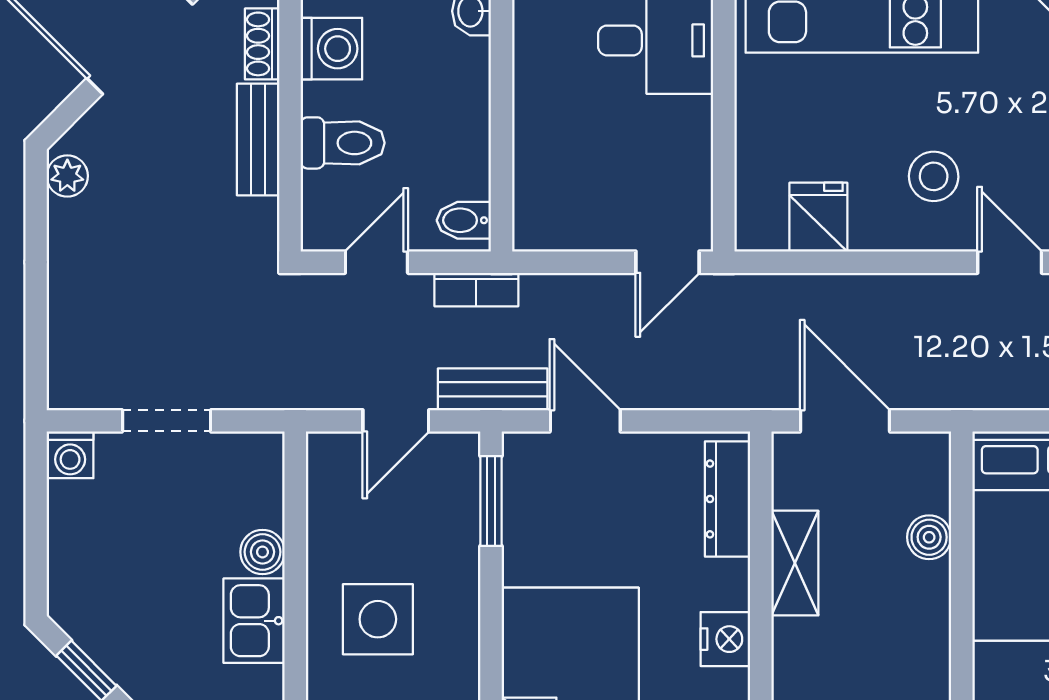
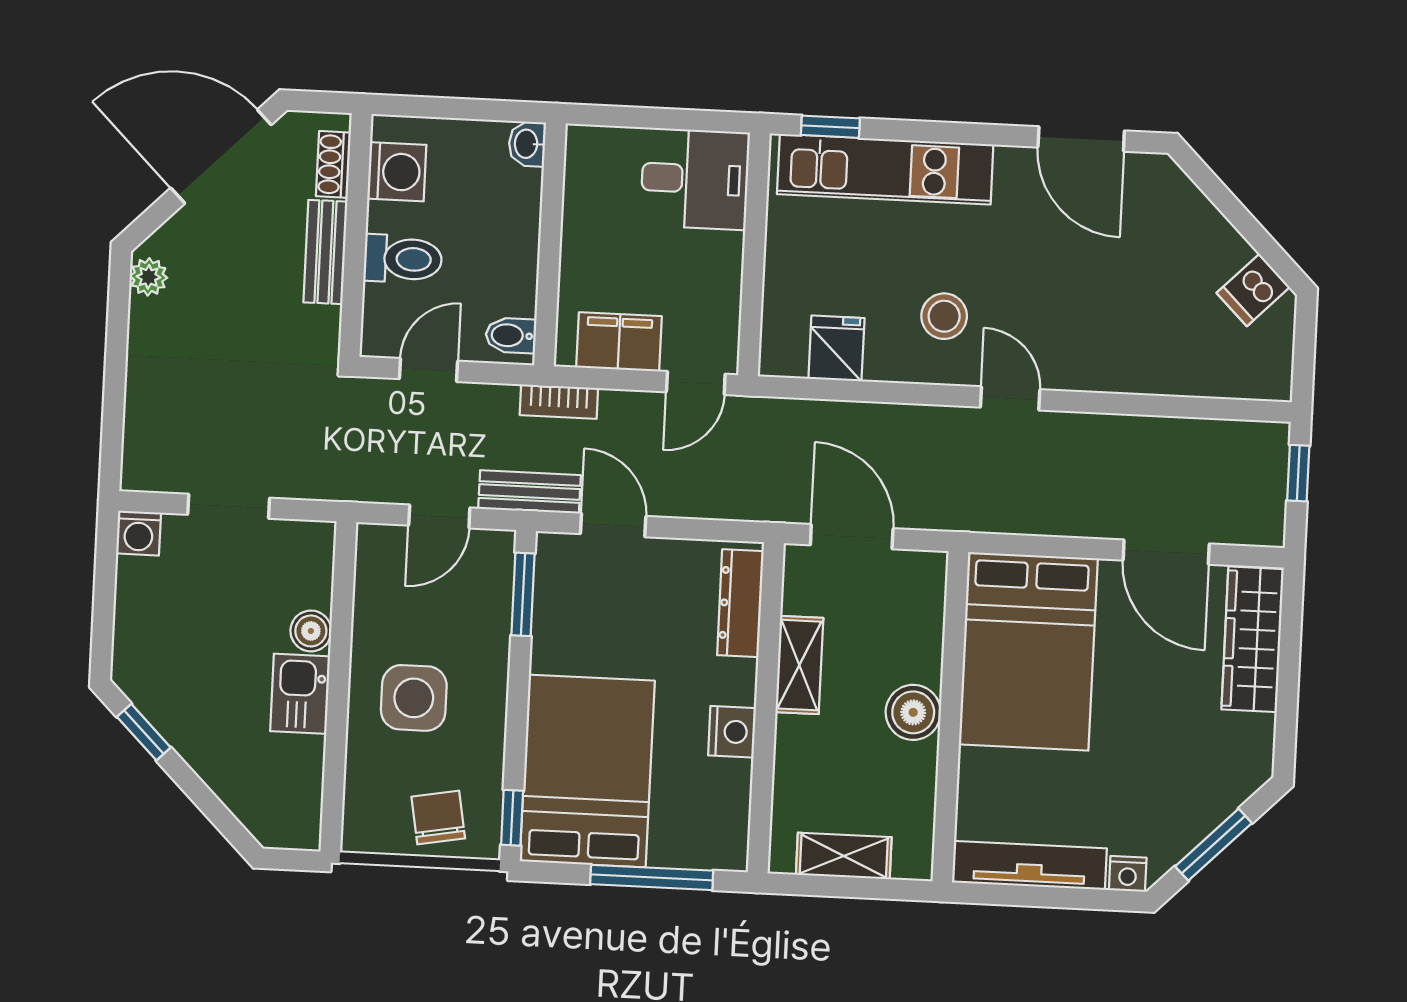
filing cabinet: (582, 222) -> (619, 342), added
bookcase: (476, 290) -> (559, 402), moved
boiler: (929, 537) -> (913, 712), moved, width x1.36, depth x1.36

